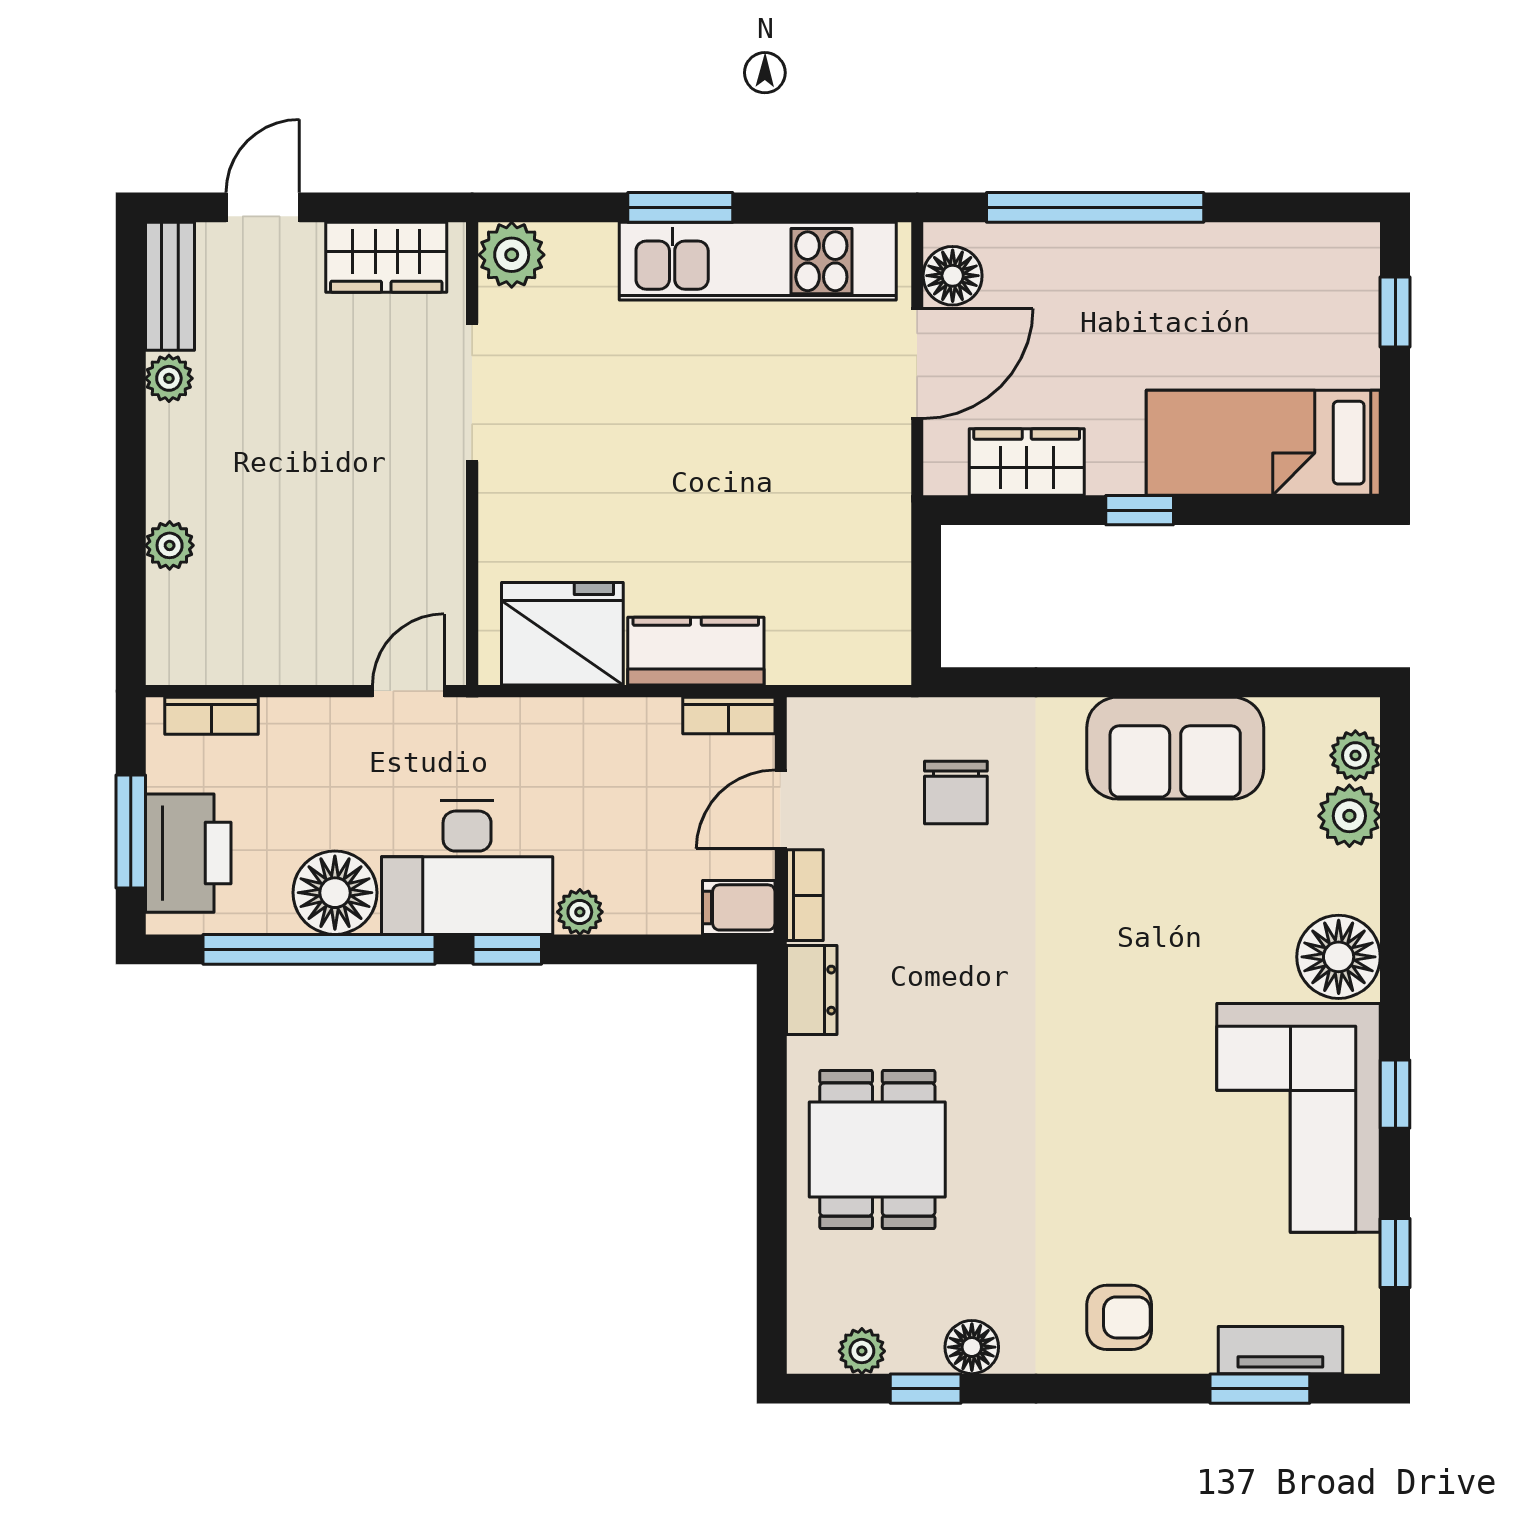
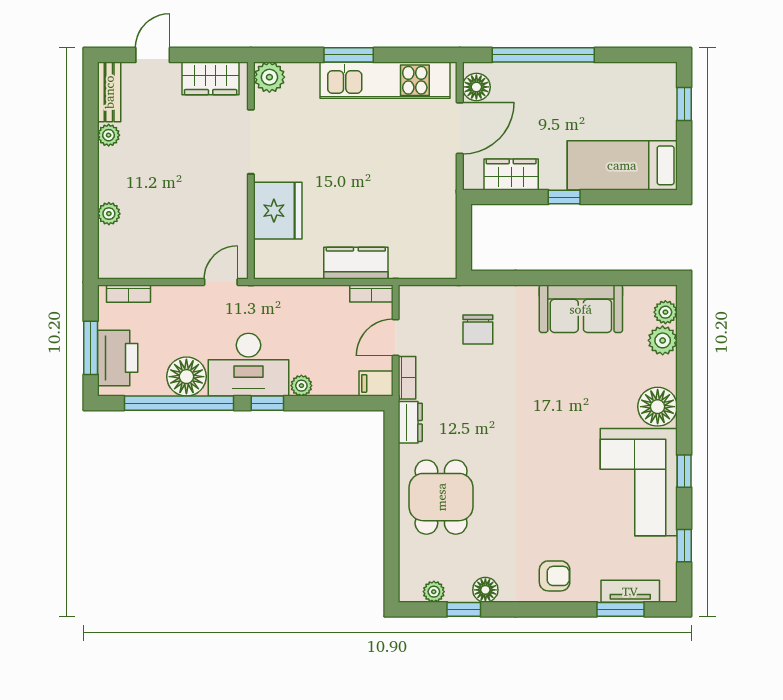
fridge: (562, 634) -> (278, 211), moved, turned 90

